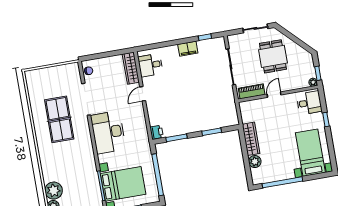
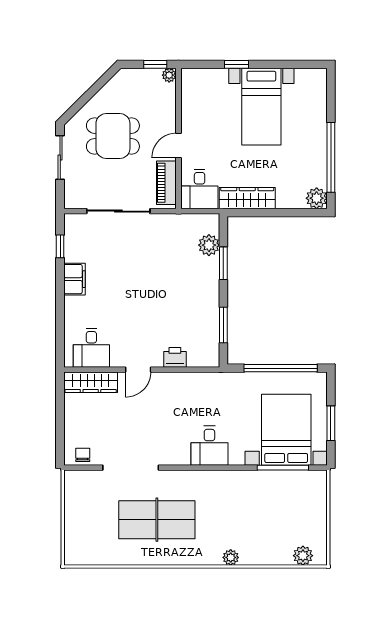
door: (143, 94) -> (138, 370), hinge flipped
door: (274, 95) -> (179, 145), hinge flipped
desk: (309, 103) -> (200, 189), moved, turned 180
plant: (220, 122) -> (209, 245), added
desk: (108, 132) -> (209, 446), width x0.53, depth x0.77
printer: (157, 132) -> (175, 357), moved
bed with nightstands: (310, 153) -> (261, 107), moved, turned -90
plant: (255, 162) -> (317, 198), moved
plant: (54, 191) -> (231, 557), moved, width x0.53, depth x0.53

